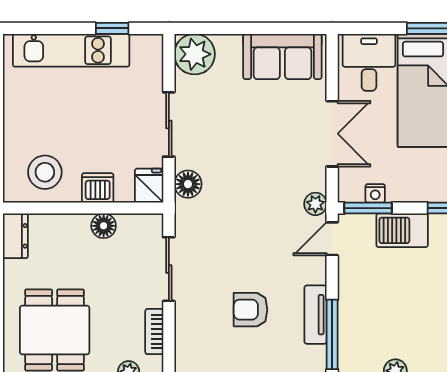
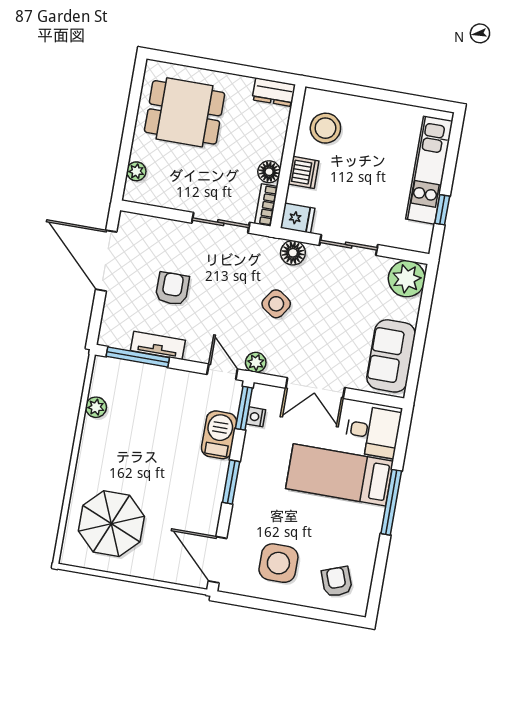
side table: (247, 193) -> (276, 304), added
bookcase: (154, 332) -> (266, 205), moved, turned -90

